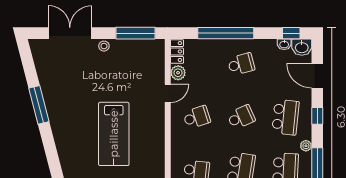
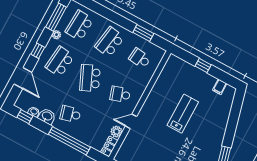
washbasin: (302, 47) -> (47, 116), moved
school desk: (241, 117) -> (90, 78), width x1.85
lab bench: (114, 134) -> (183, 114), width x0.73, depth x0.72

